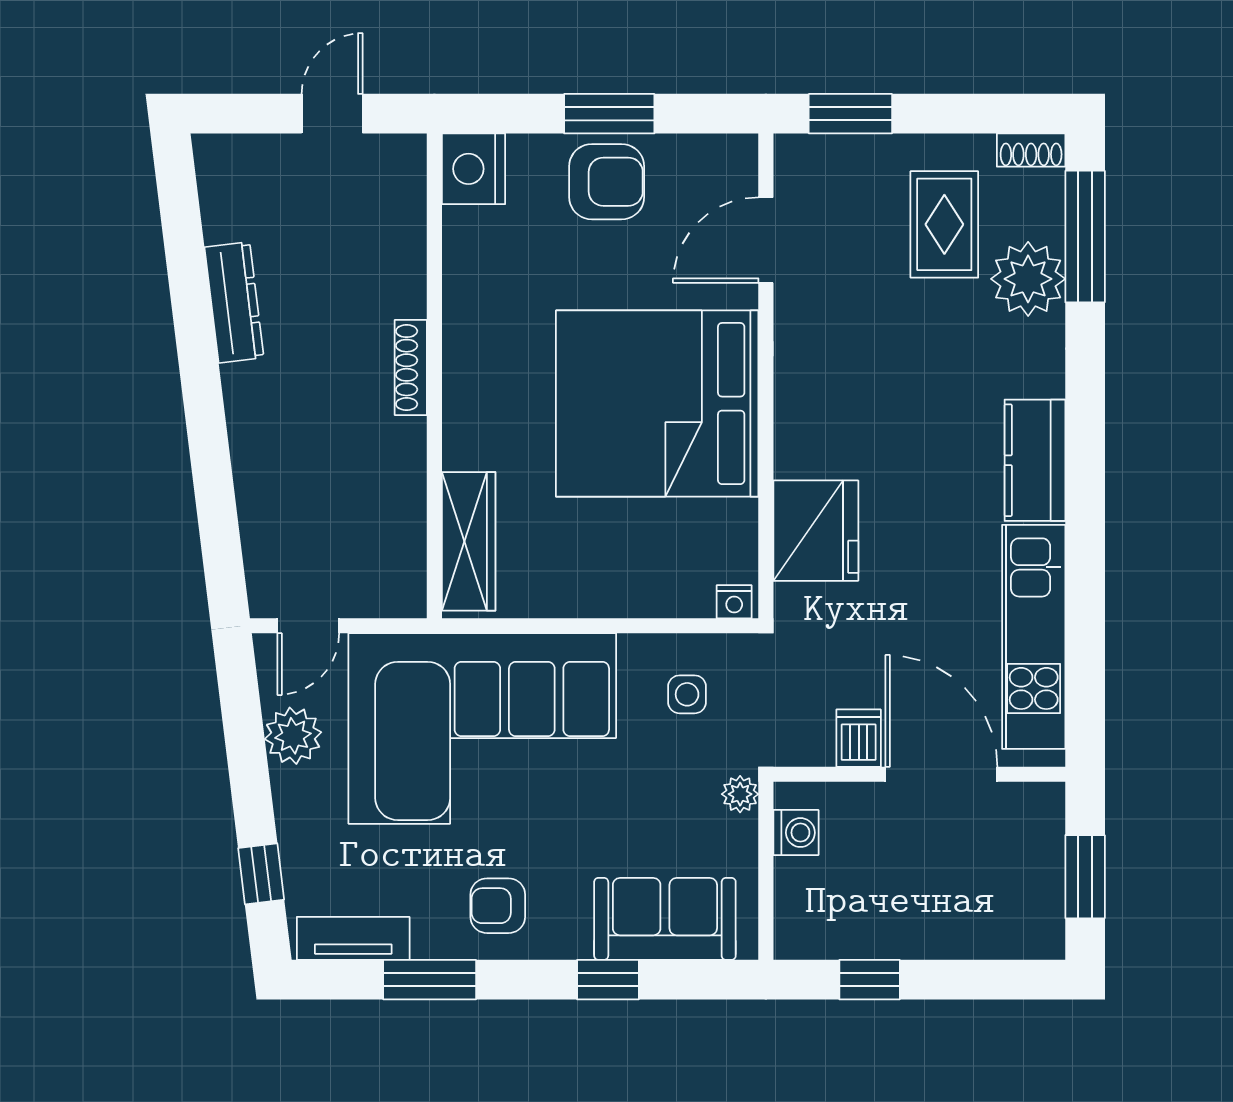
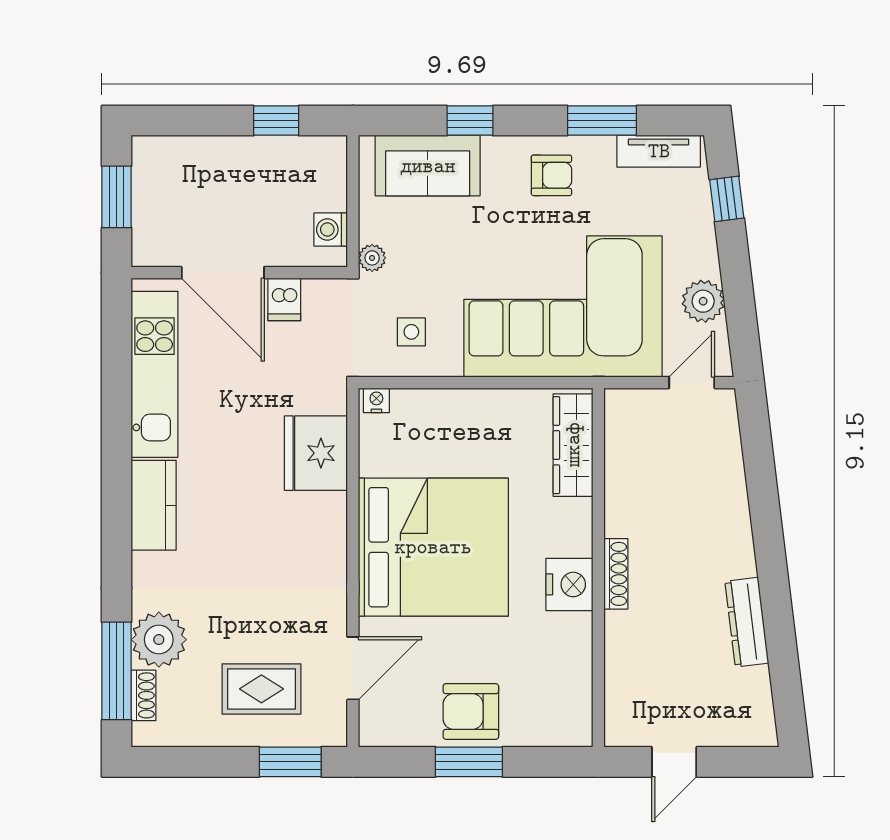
shoe rack: (1031, 150) -> (144, 695), moved, turned 90
nightstand: (473, 169) -> (569, 584), moved
rug: (944, 224) -> (261, 689), moved, turned 90

